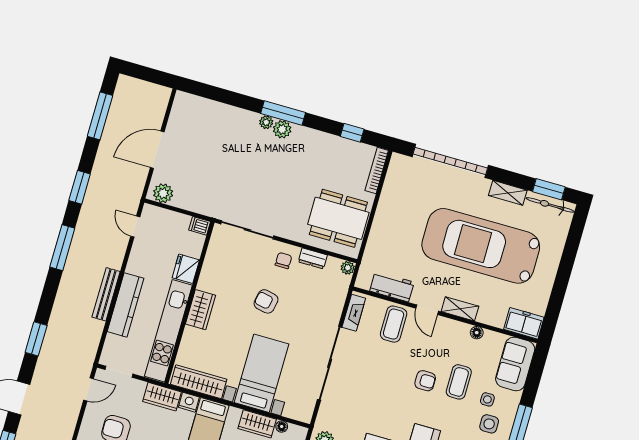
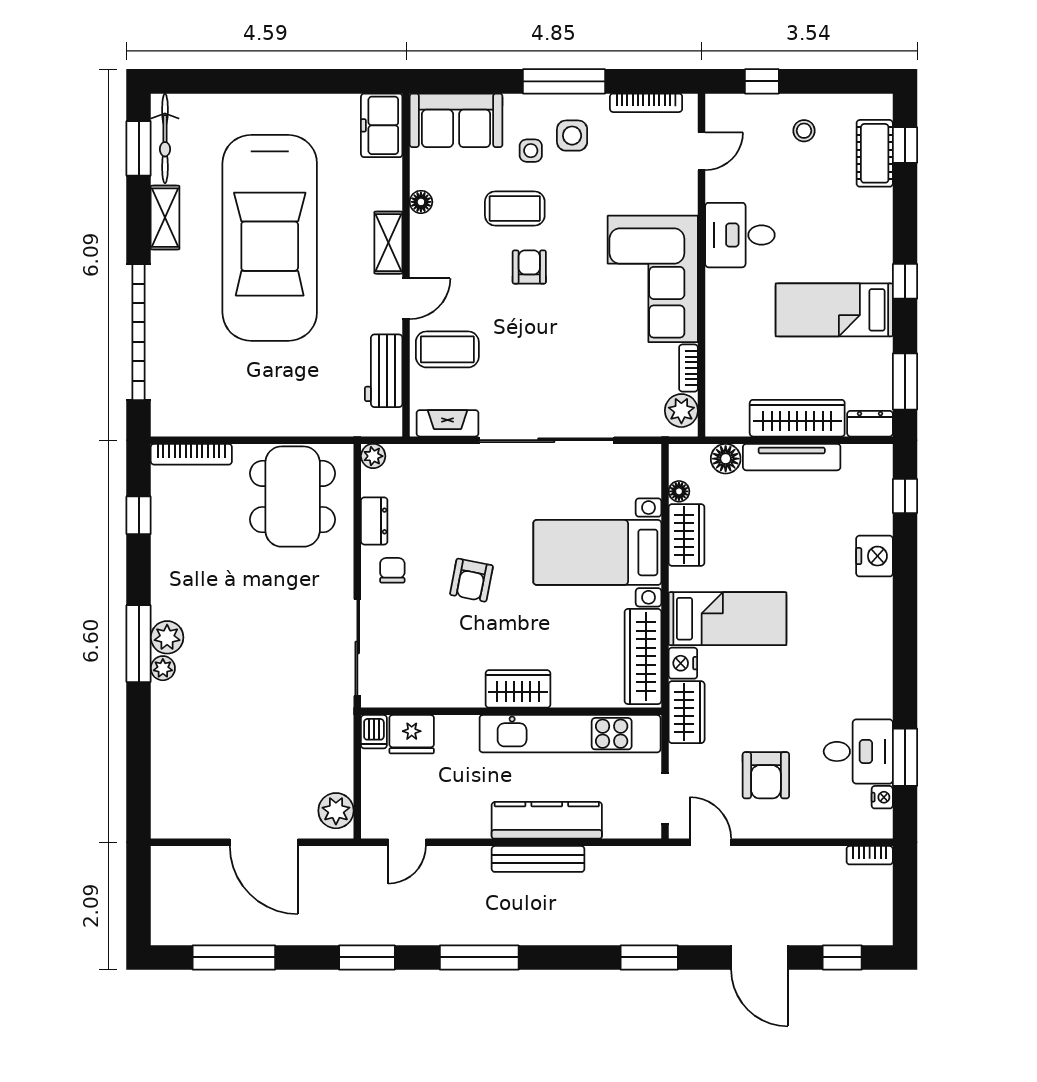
chair: (283, 261) -> (392, 570), turned 90
fridge: (186, 269) -> (412, 734), moved

